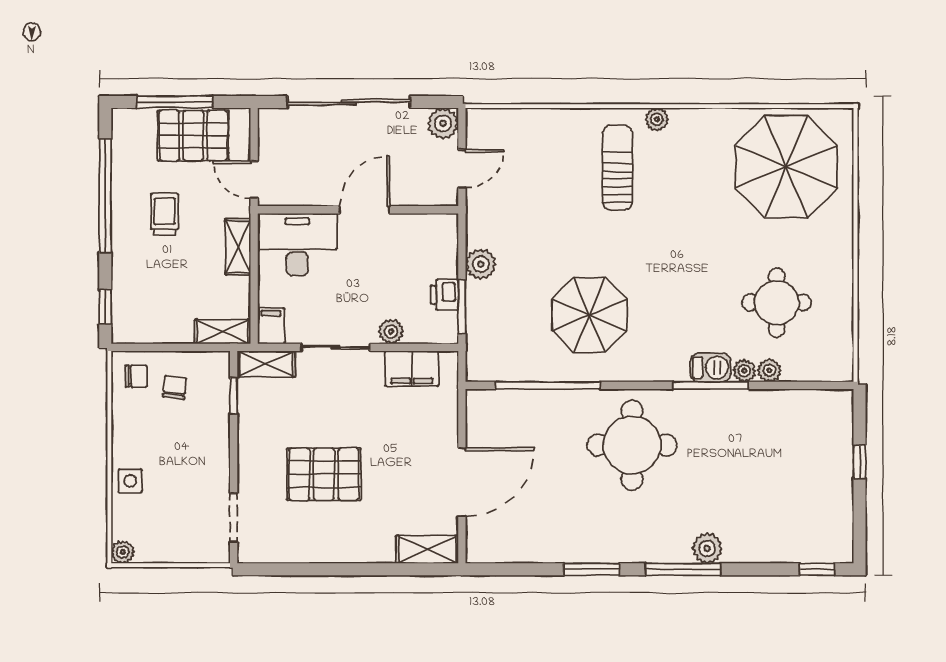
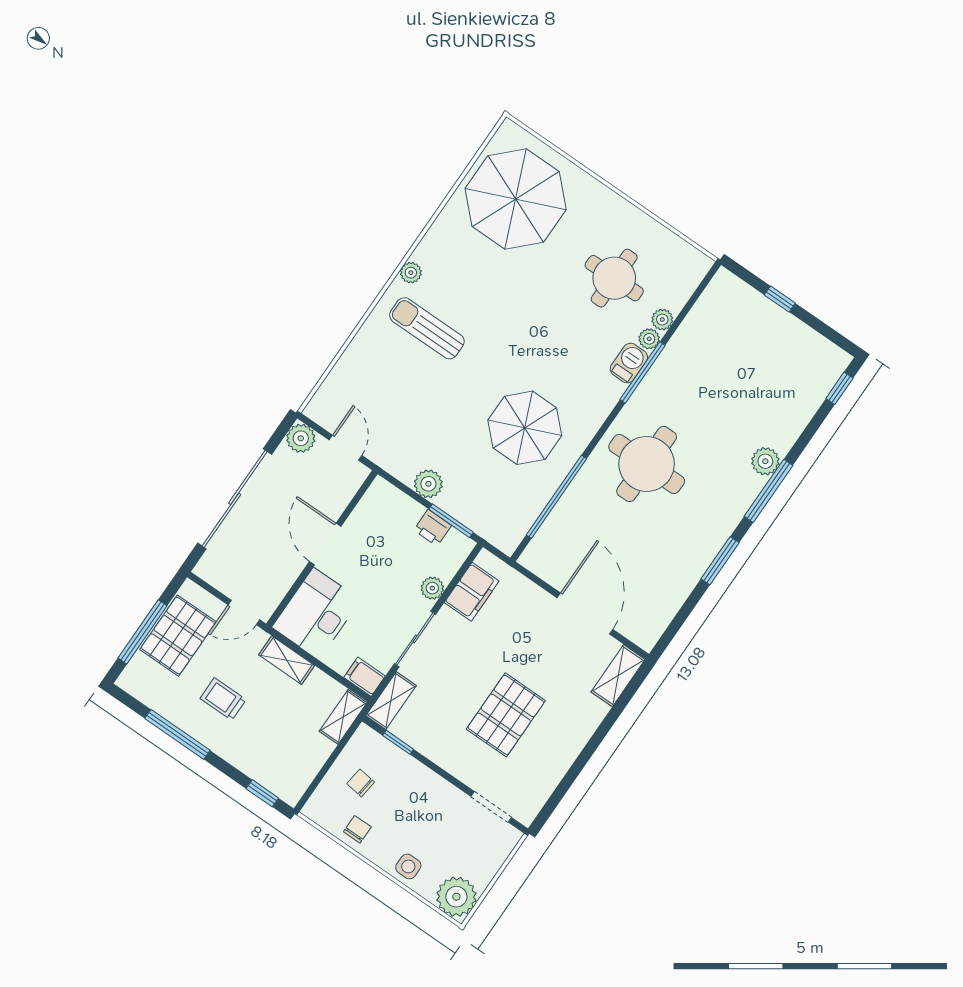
window: (105, 196) -> (177, 734), width x0.68
chair: (136, 376) -> (357, 829), moved
plant: (123, 552) -> (456, 897), width x1.87, depth x1.87

